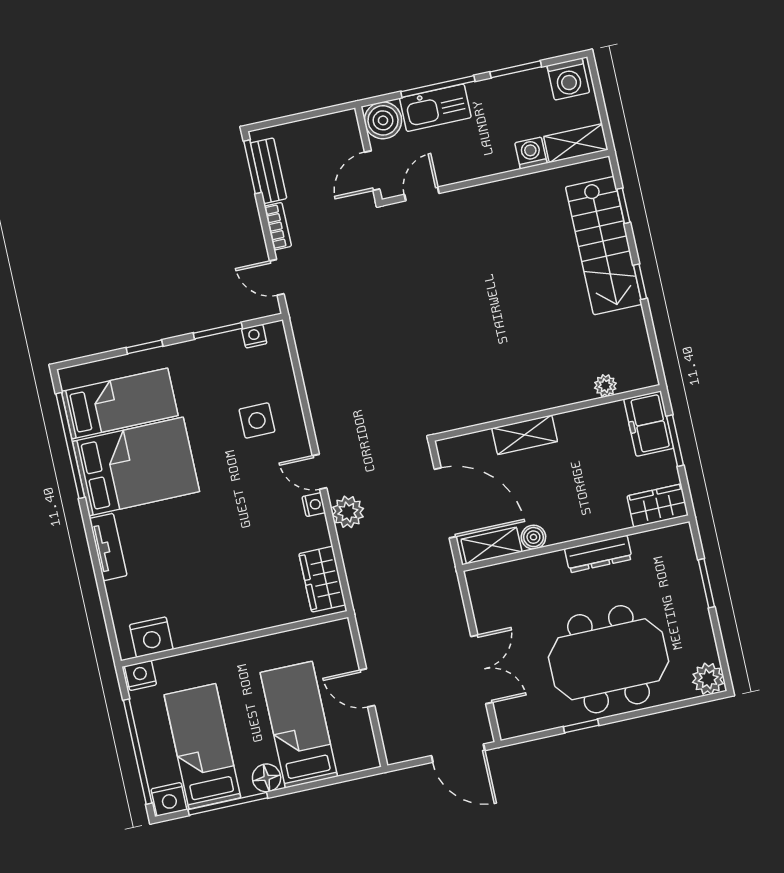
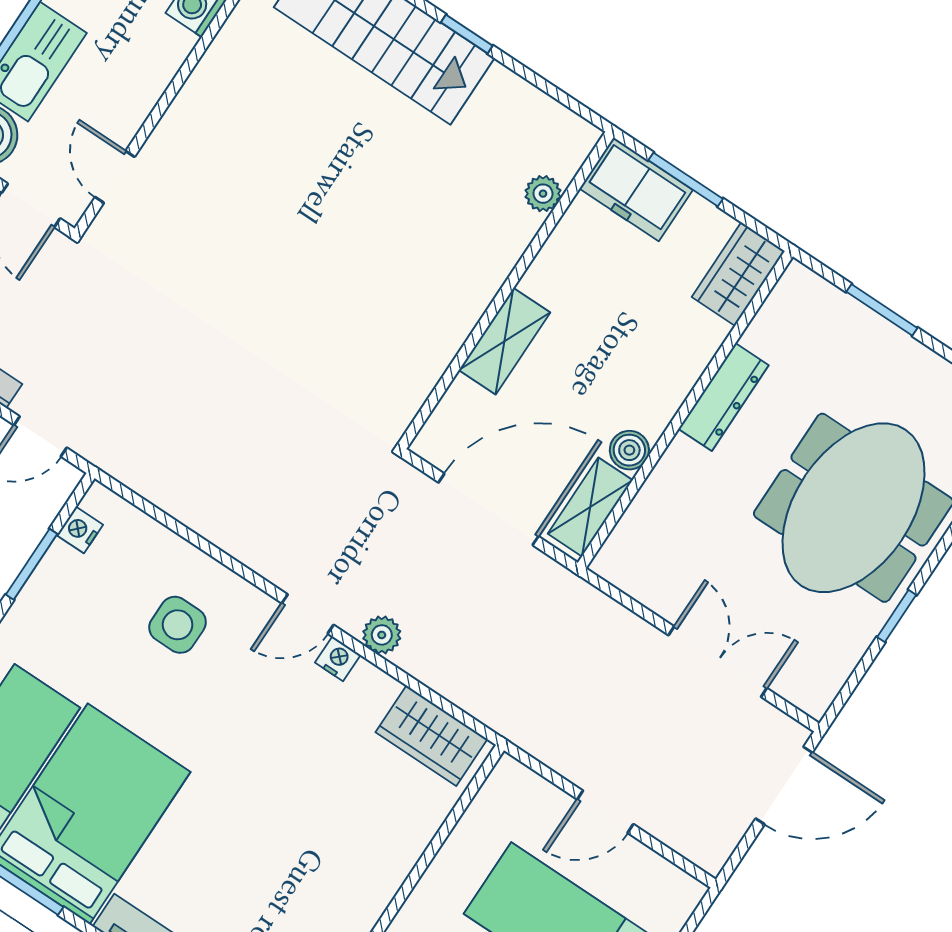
plant: (348, 512) -> (382, 635), width x0.73, depth x0.73

